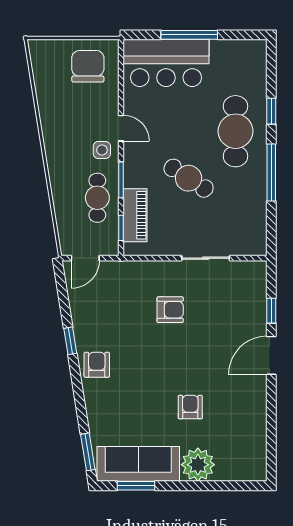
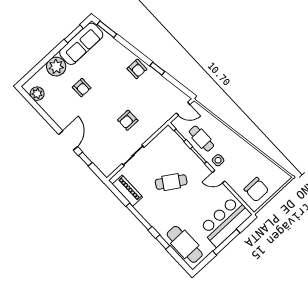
cafe table: (235, 131) -> (185, 244), moved
piano: (135, 215) -> (127, 191), moved, turned 180
door: (85, 258) -> (183, 109), swing flipped
plant: (255, 453) -> (37, 94), added

